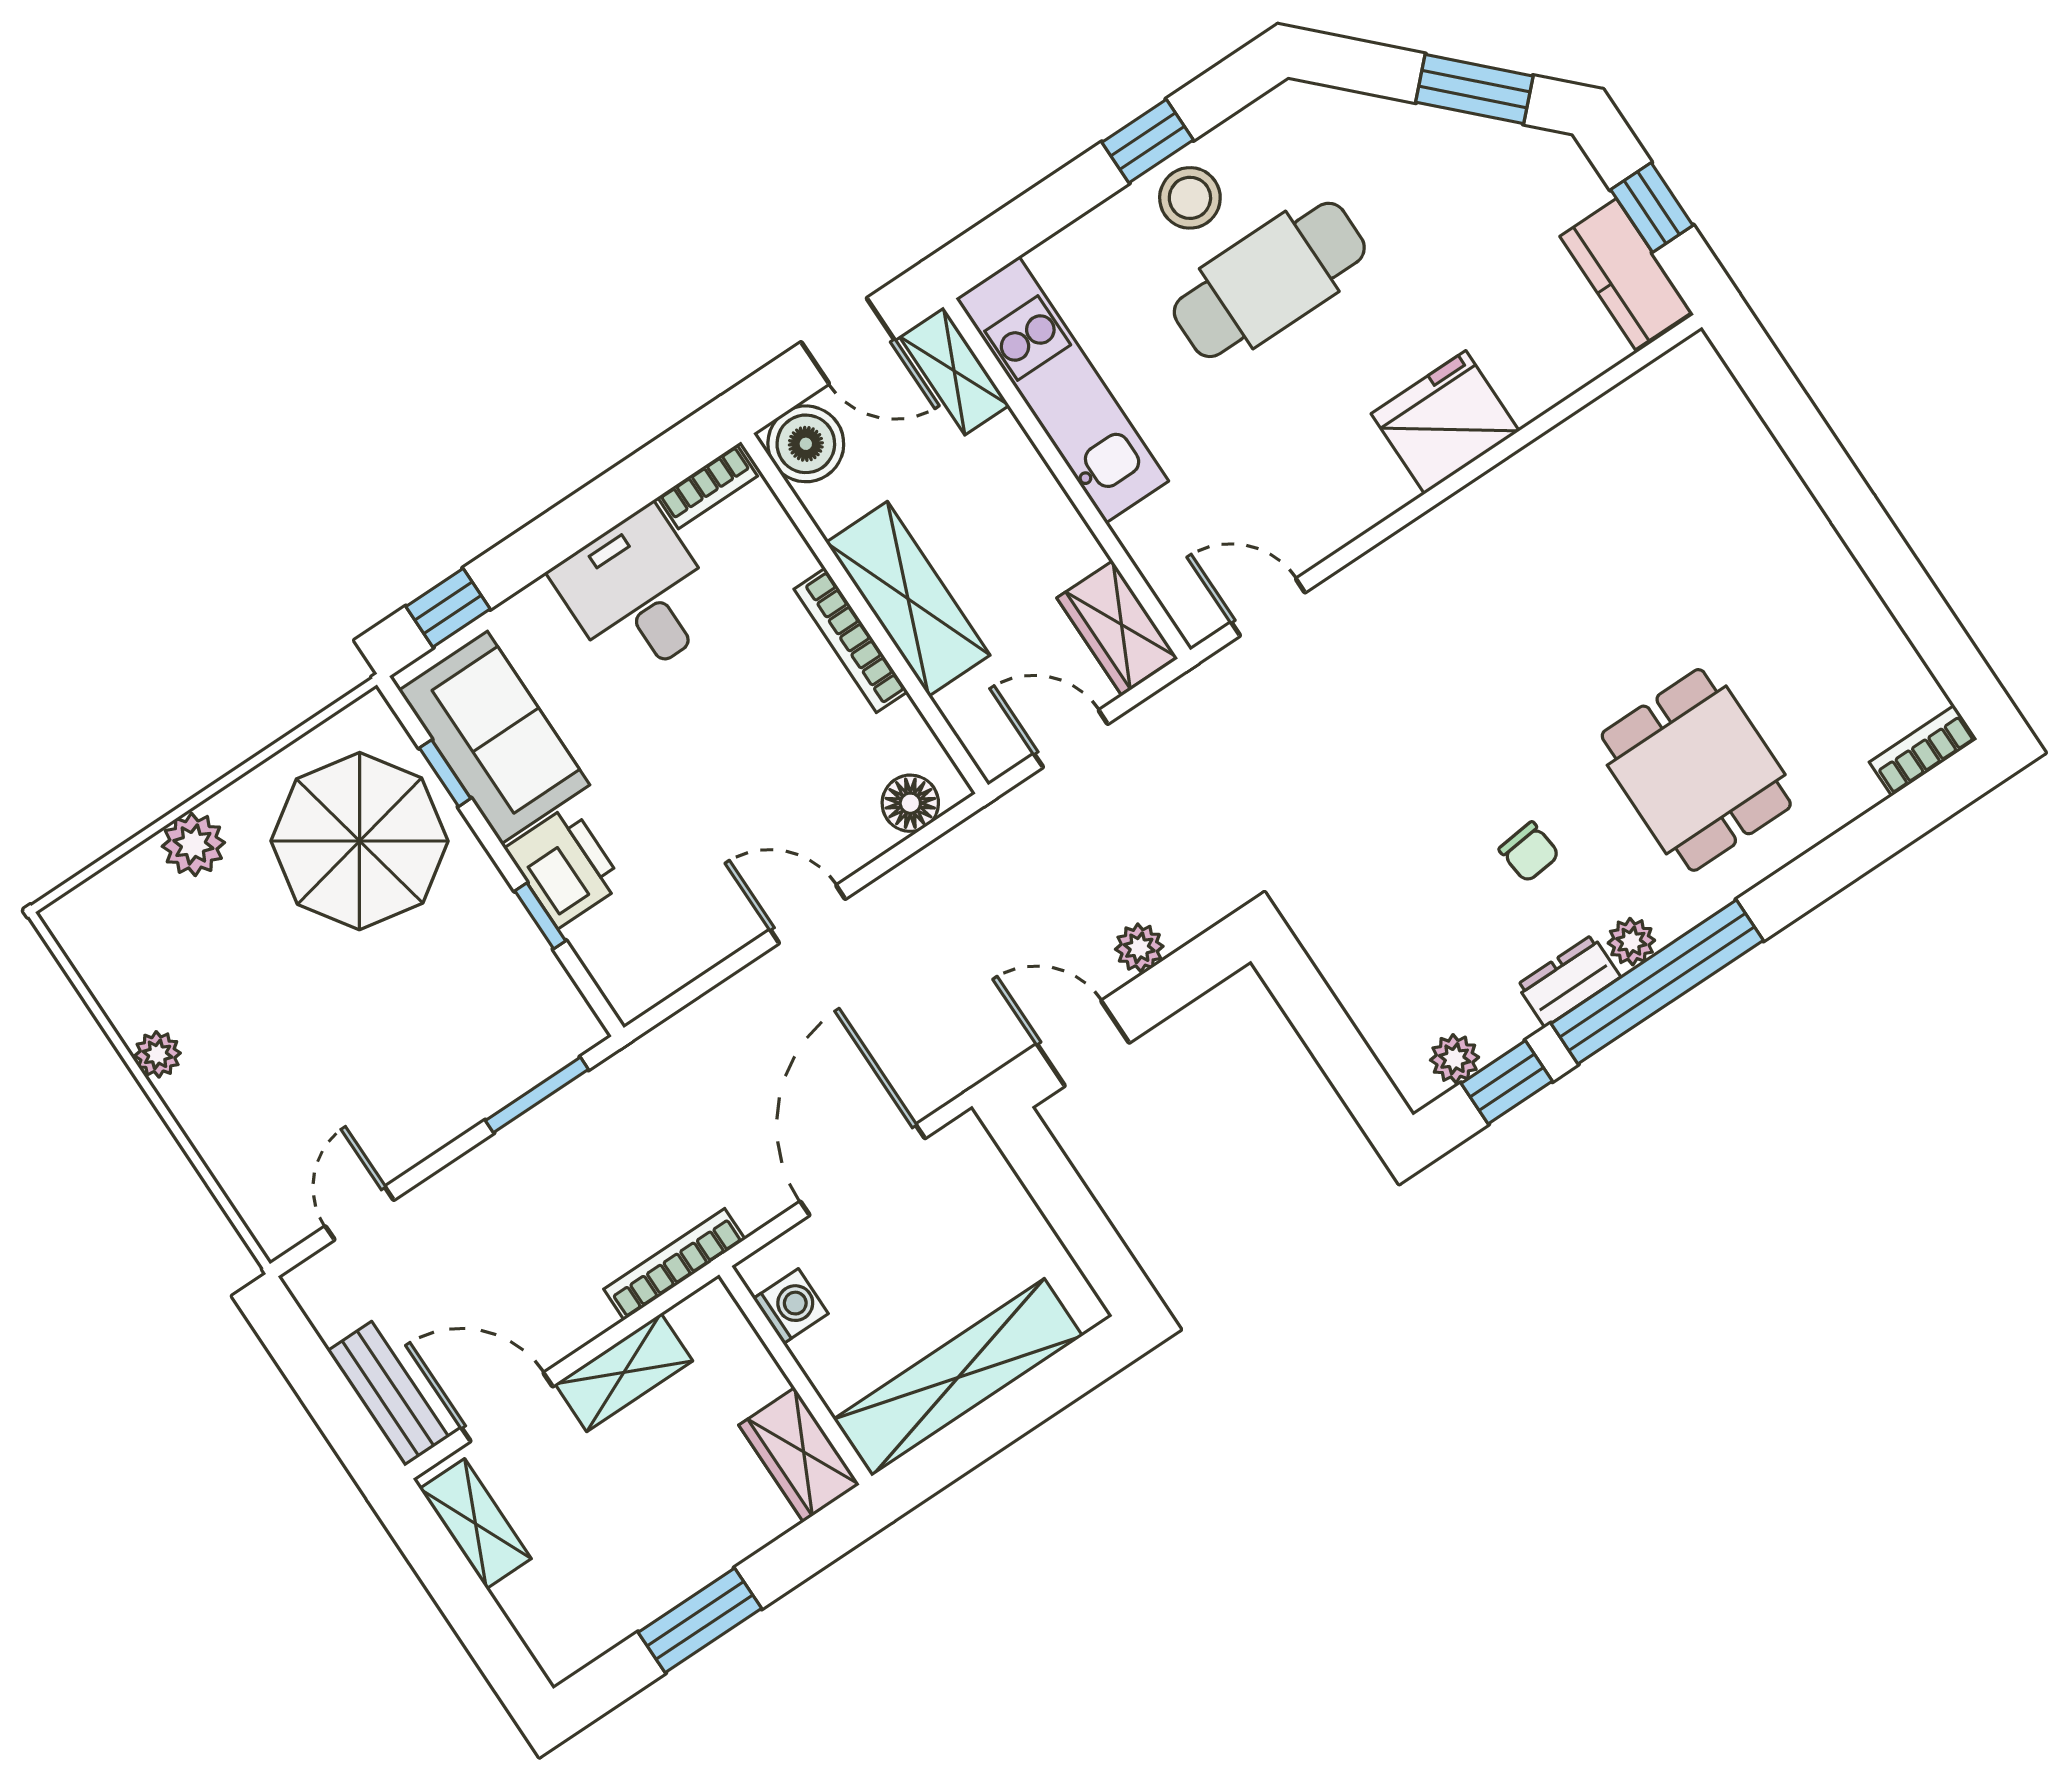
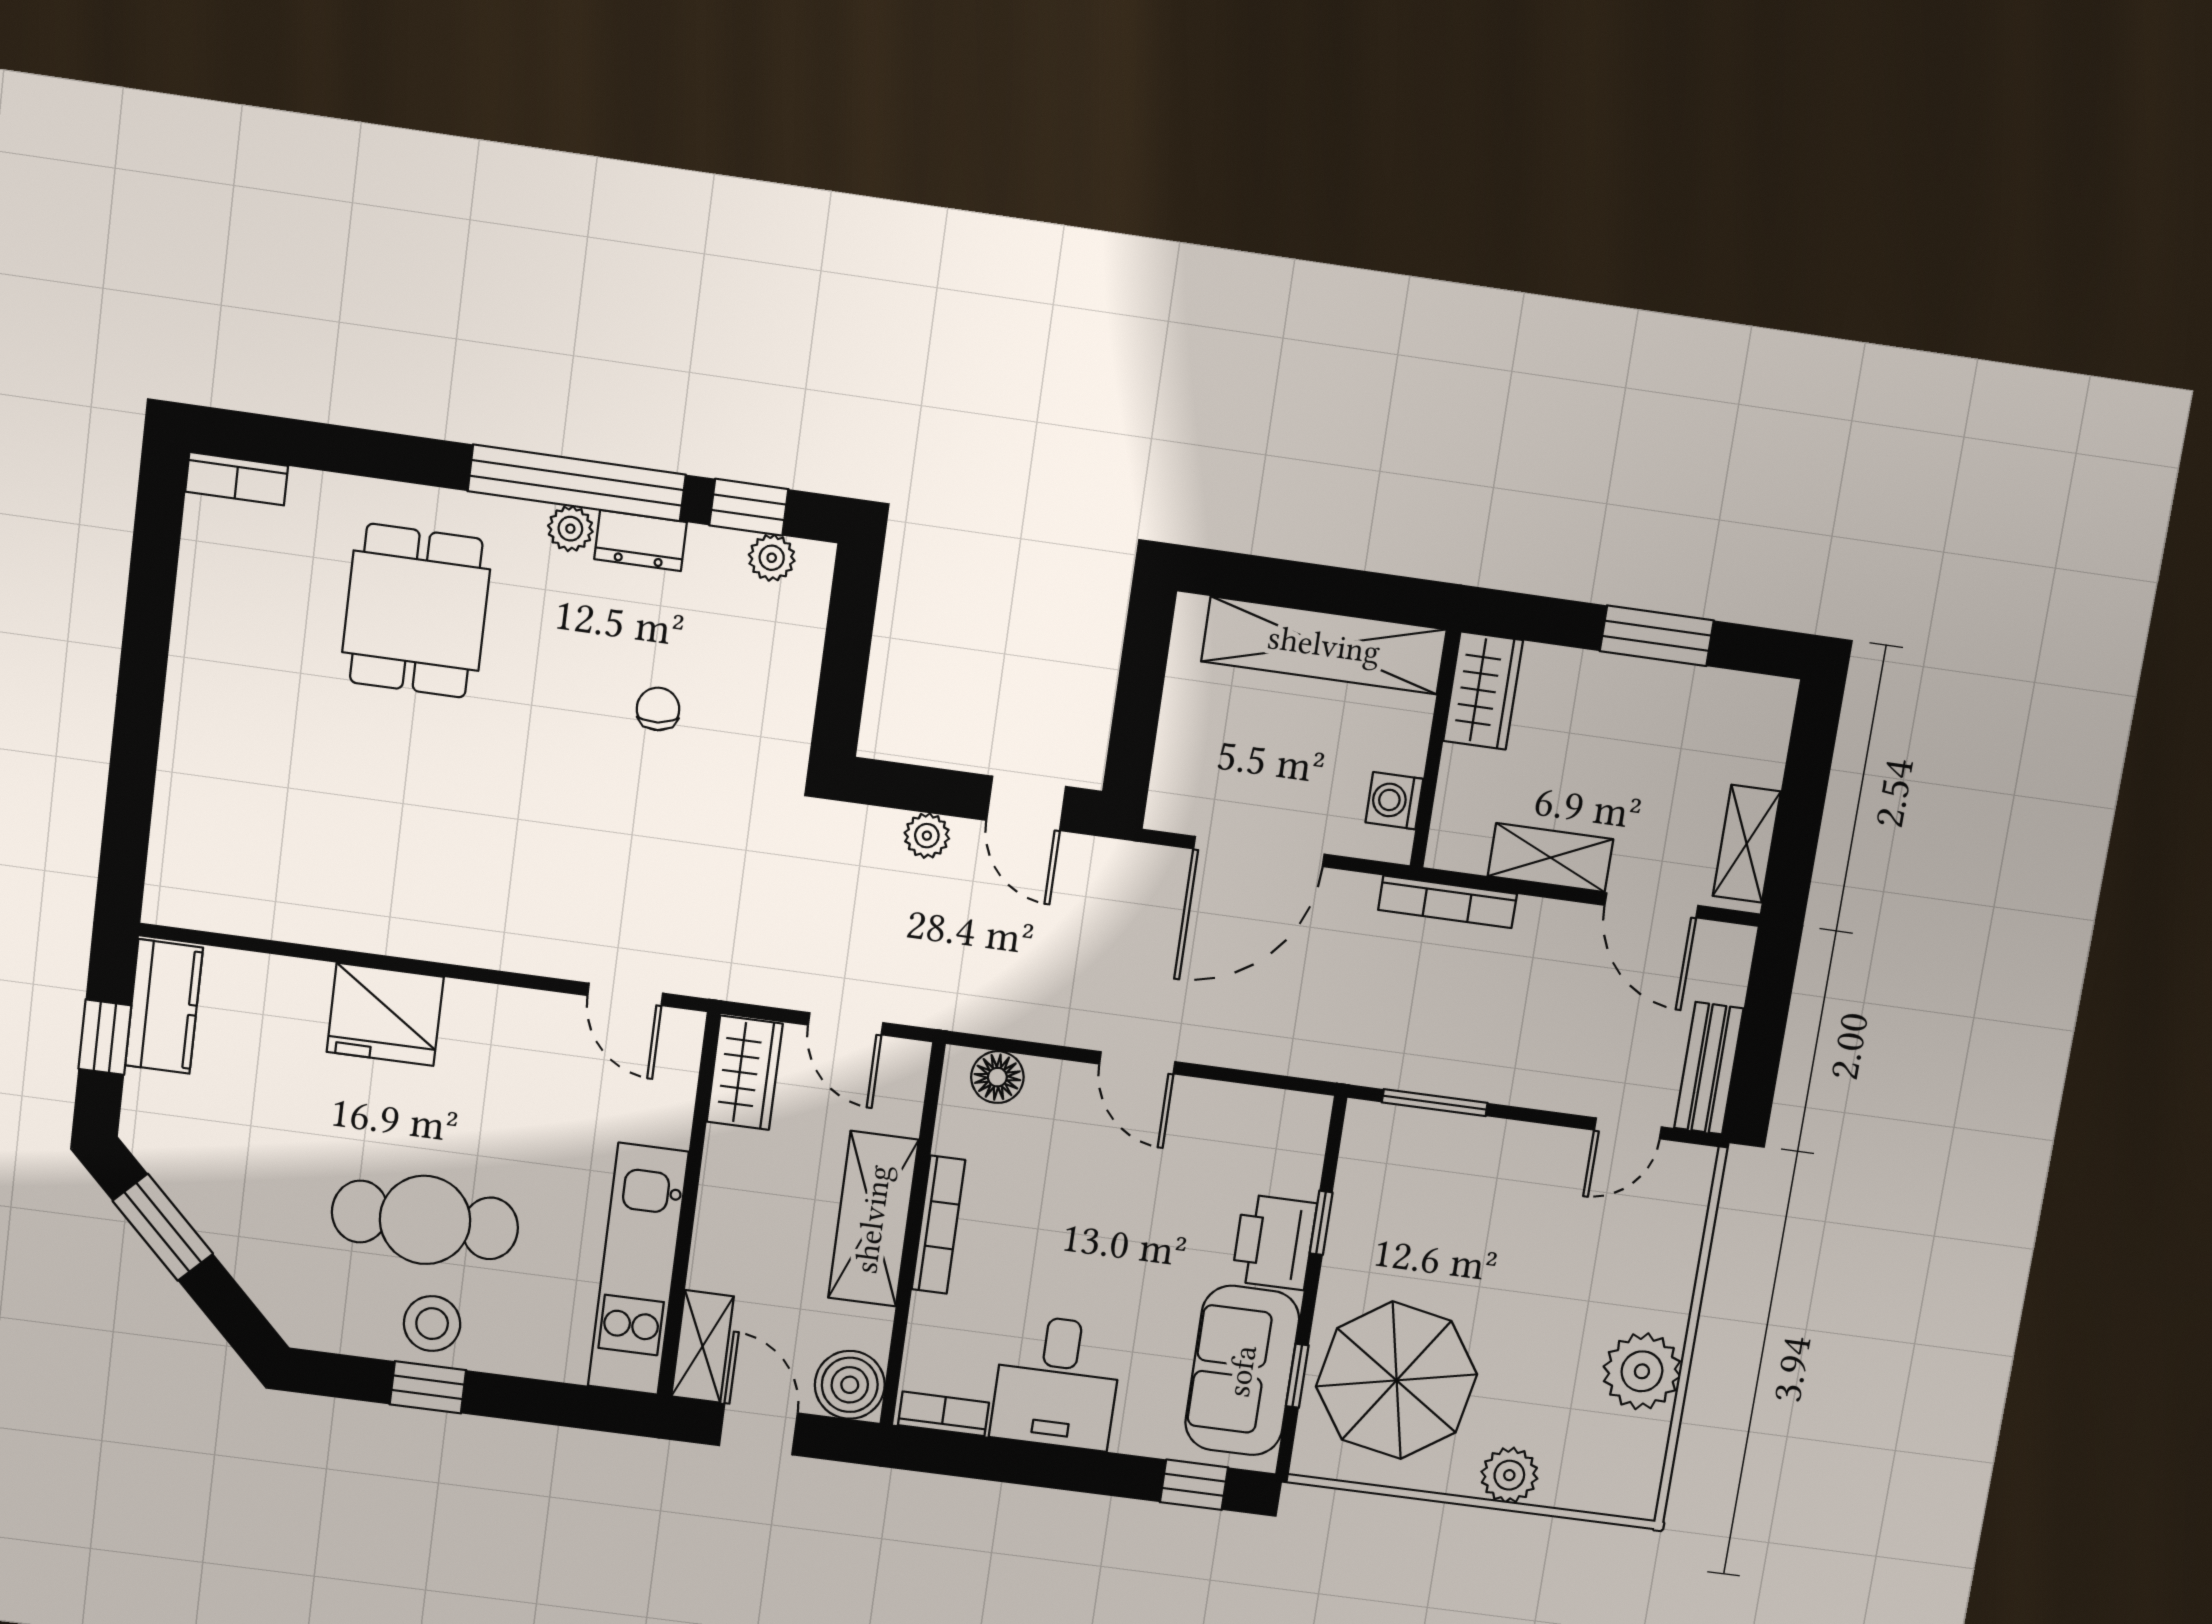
chair: (1529, 852) -> (658, 709), moved
plant: (158, 1054) -> (1642, 1371), width x1.87, depth x1.87
bench: (388, 1394) -> (1709, 1068), moved

